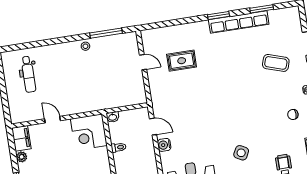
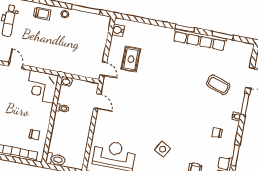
trolley: (61, 54) -> (42, 14), added
rug: (182, 61) -> (131, 59), moved, turned 90
door: (143, 62) -> (103, 69), moved
water cooler: (164, 145) -> (118, 30), moved

